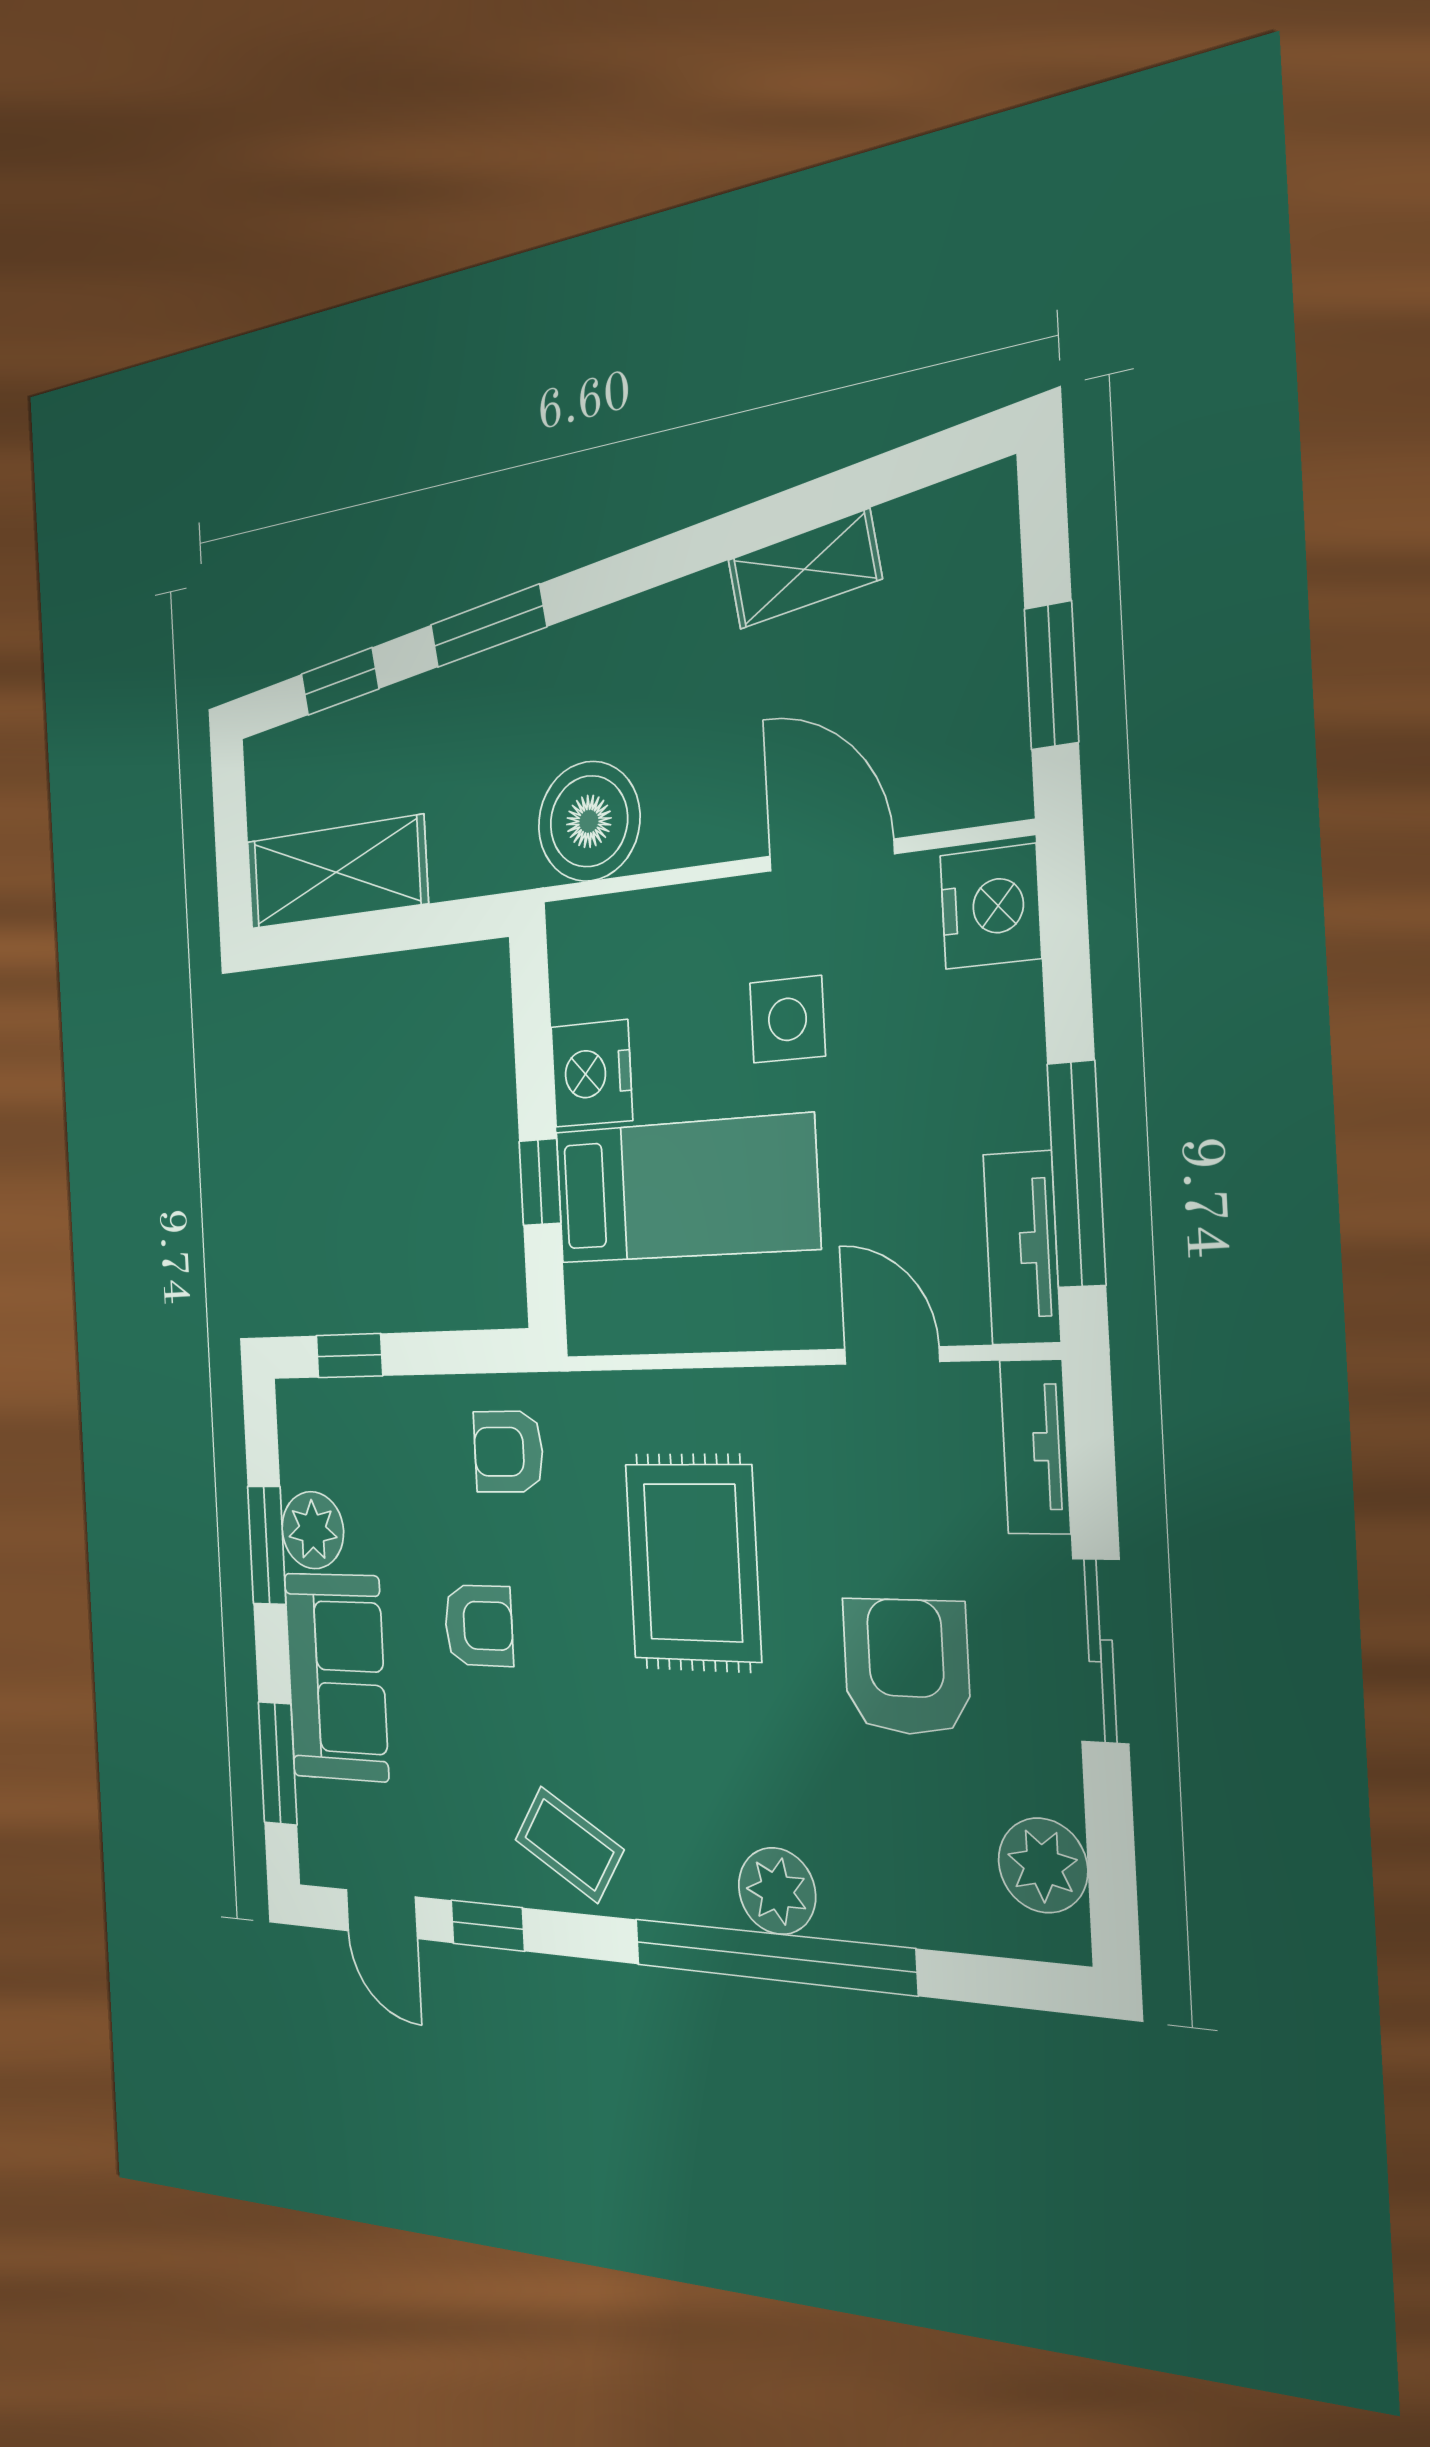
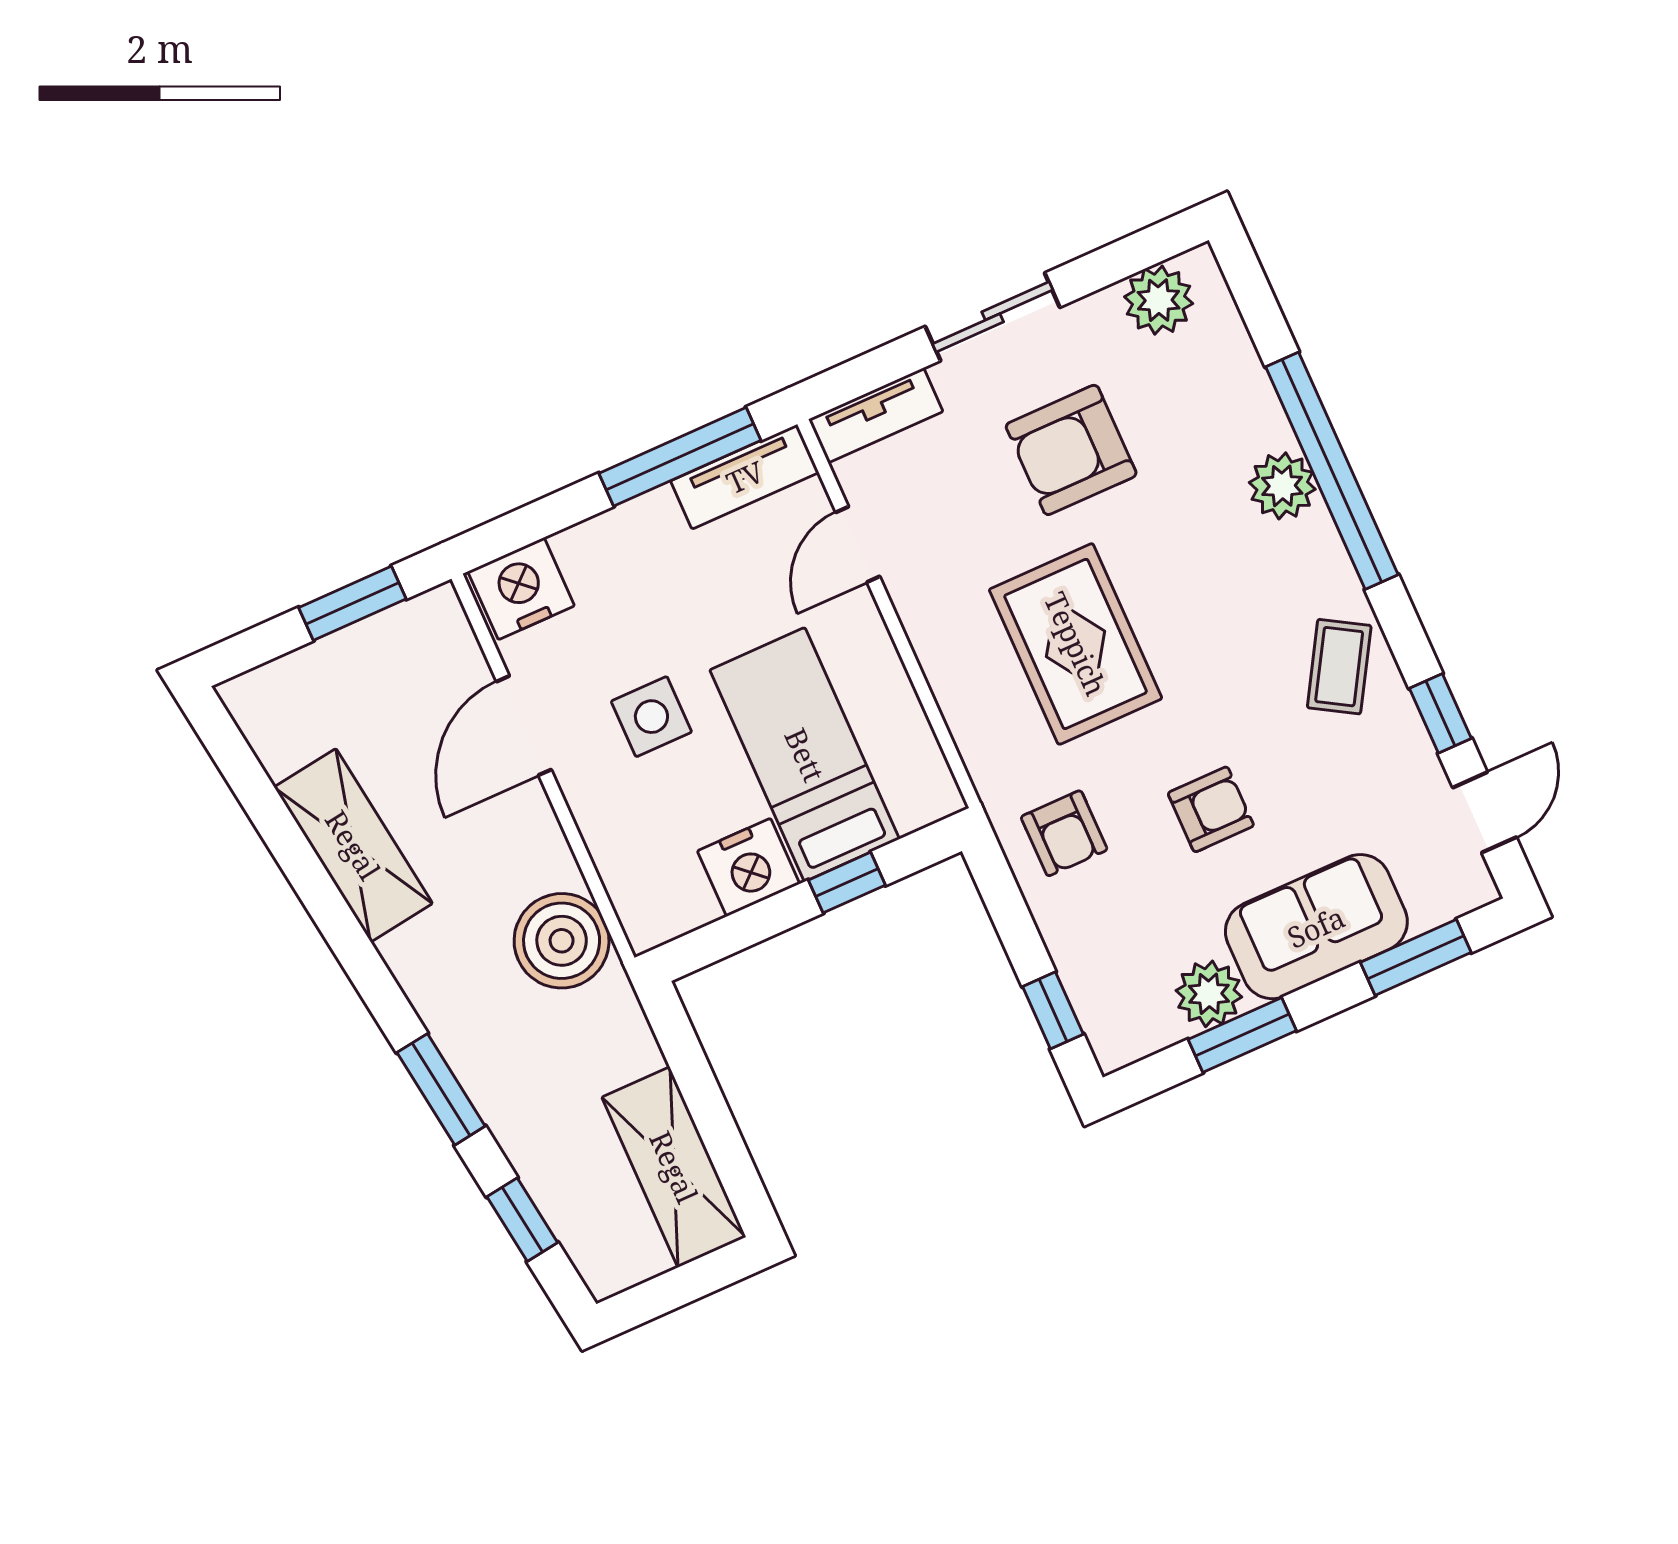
shelving: (804, 569) -> (353, 845), width x1.50, depth x1.33
rug: (693, 1562) -> (1076, 644), turned 90
armchair: (479, 1626) -> (1211, 809), turned 90

